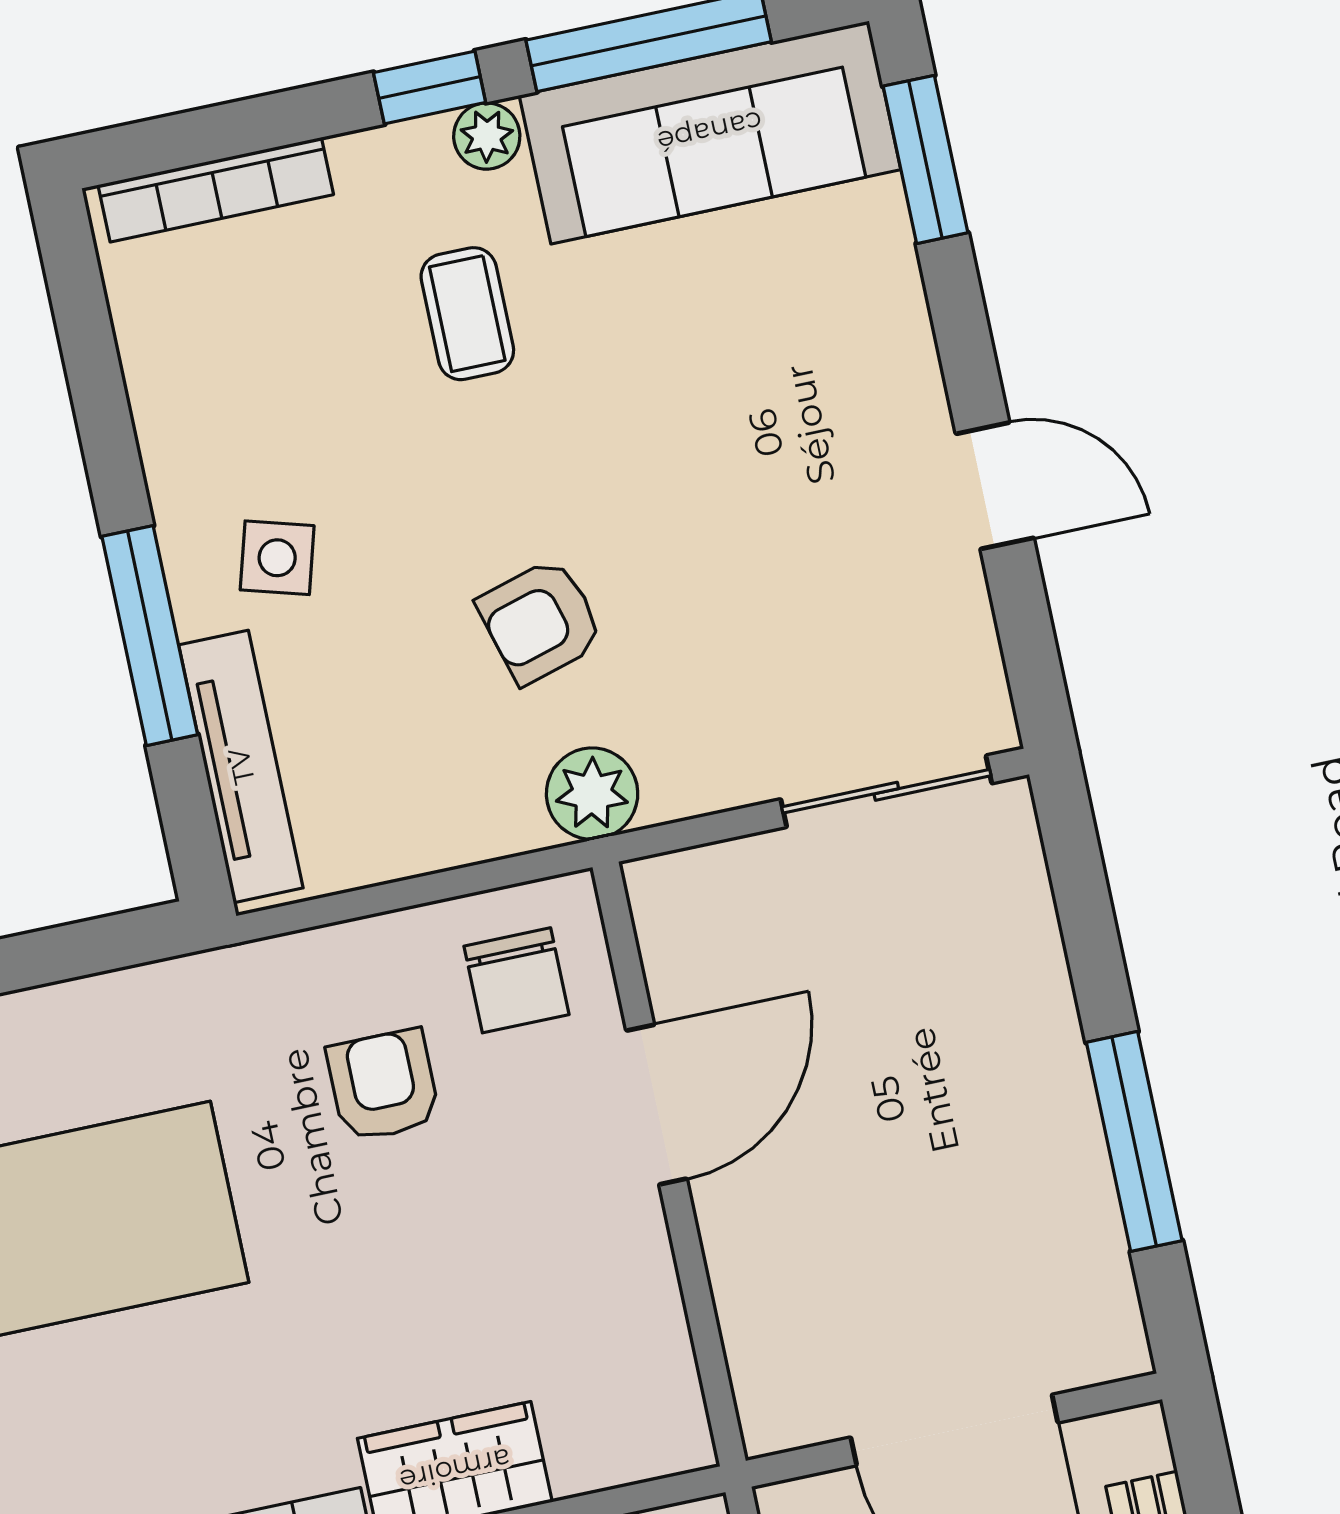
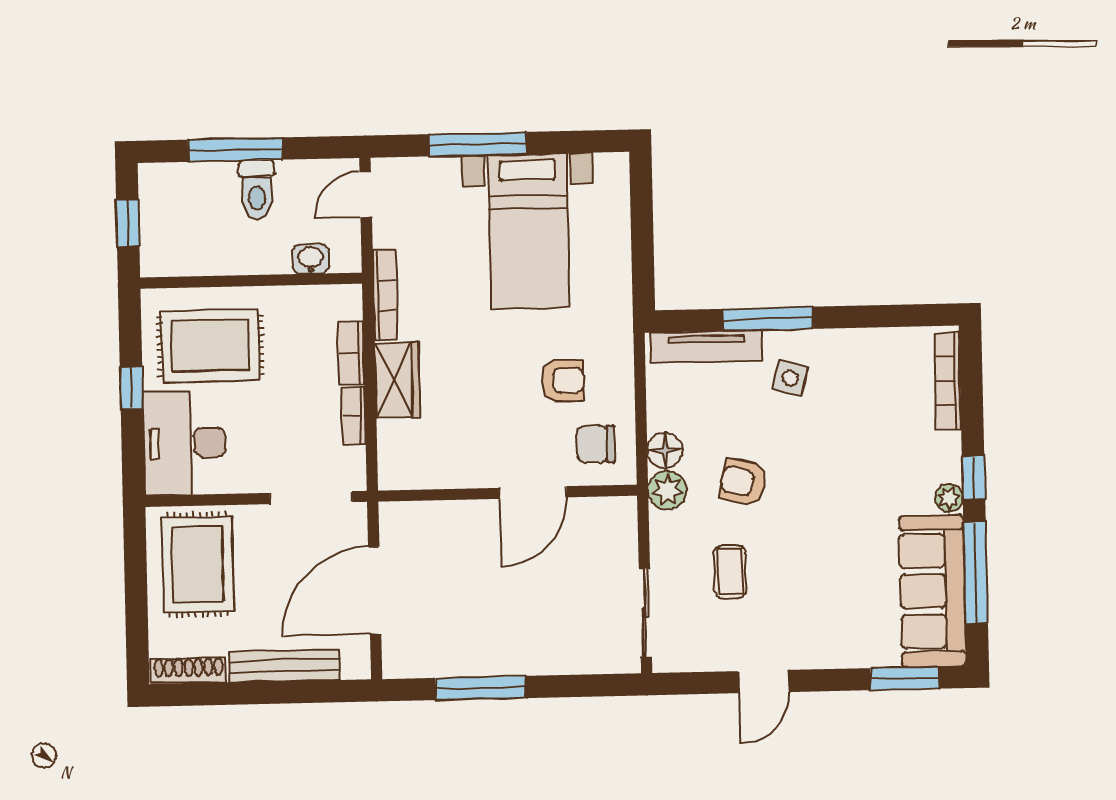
coffee table: (467, 314) -> (730, 572), moved, turned 90
armchair: (540, 621) -> (743, 482), turned -61
floor lamp: (500, 817) -> (665, 450), added
door: (657, 1105) -> (533, 493), hinge flipped

